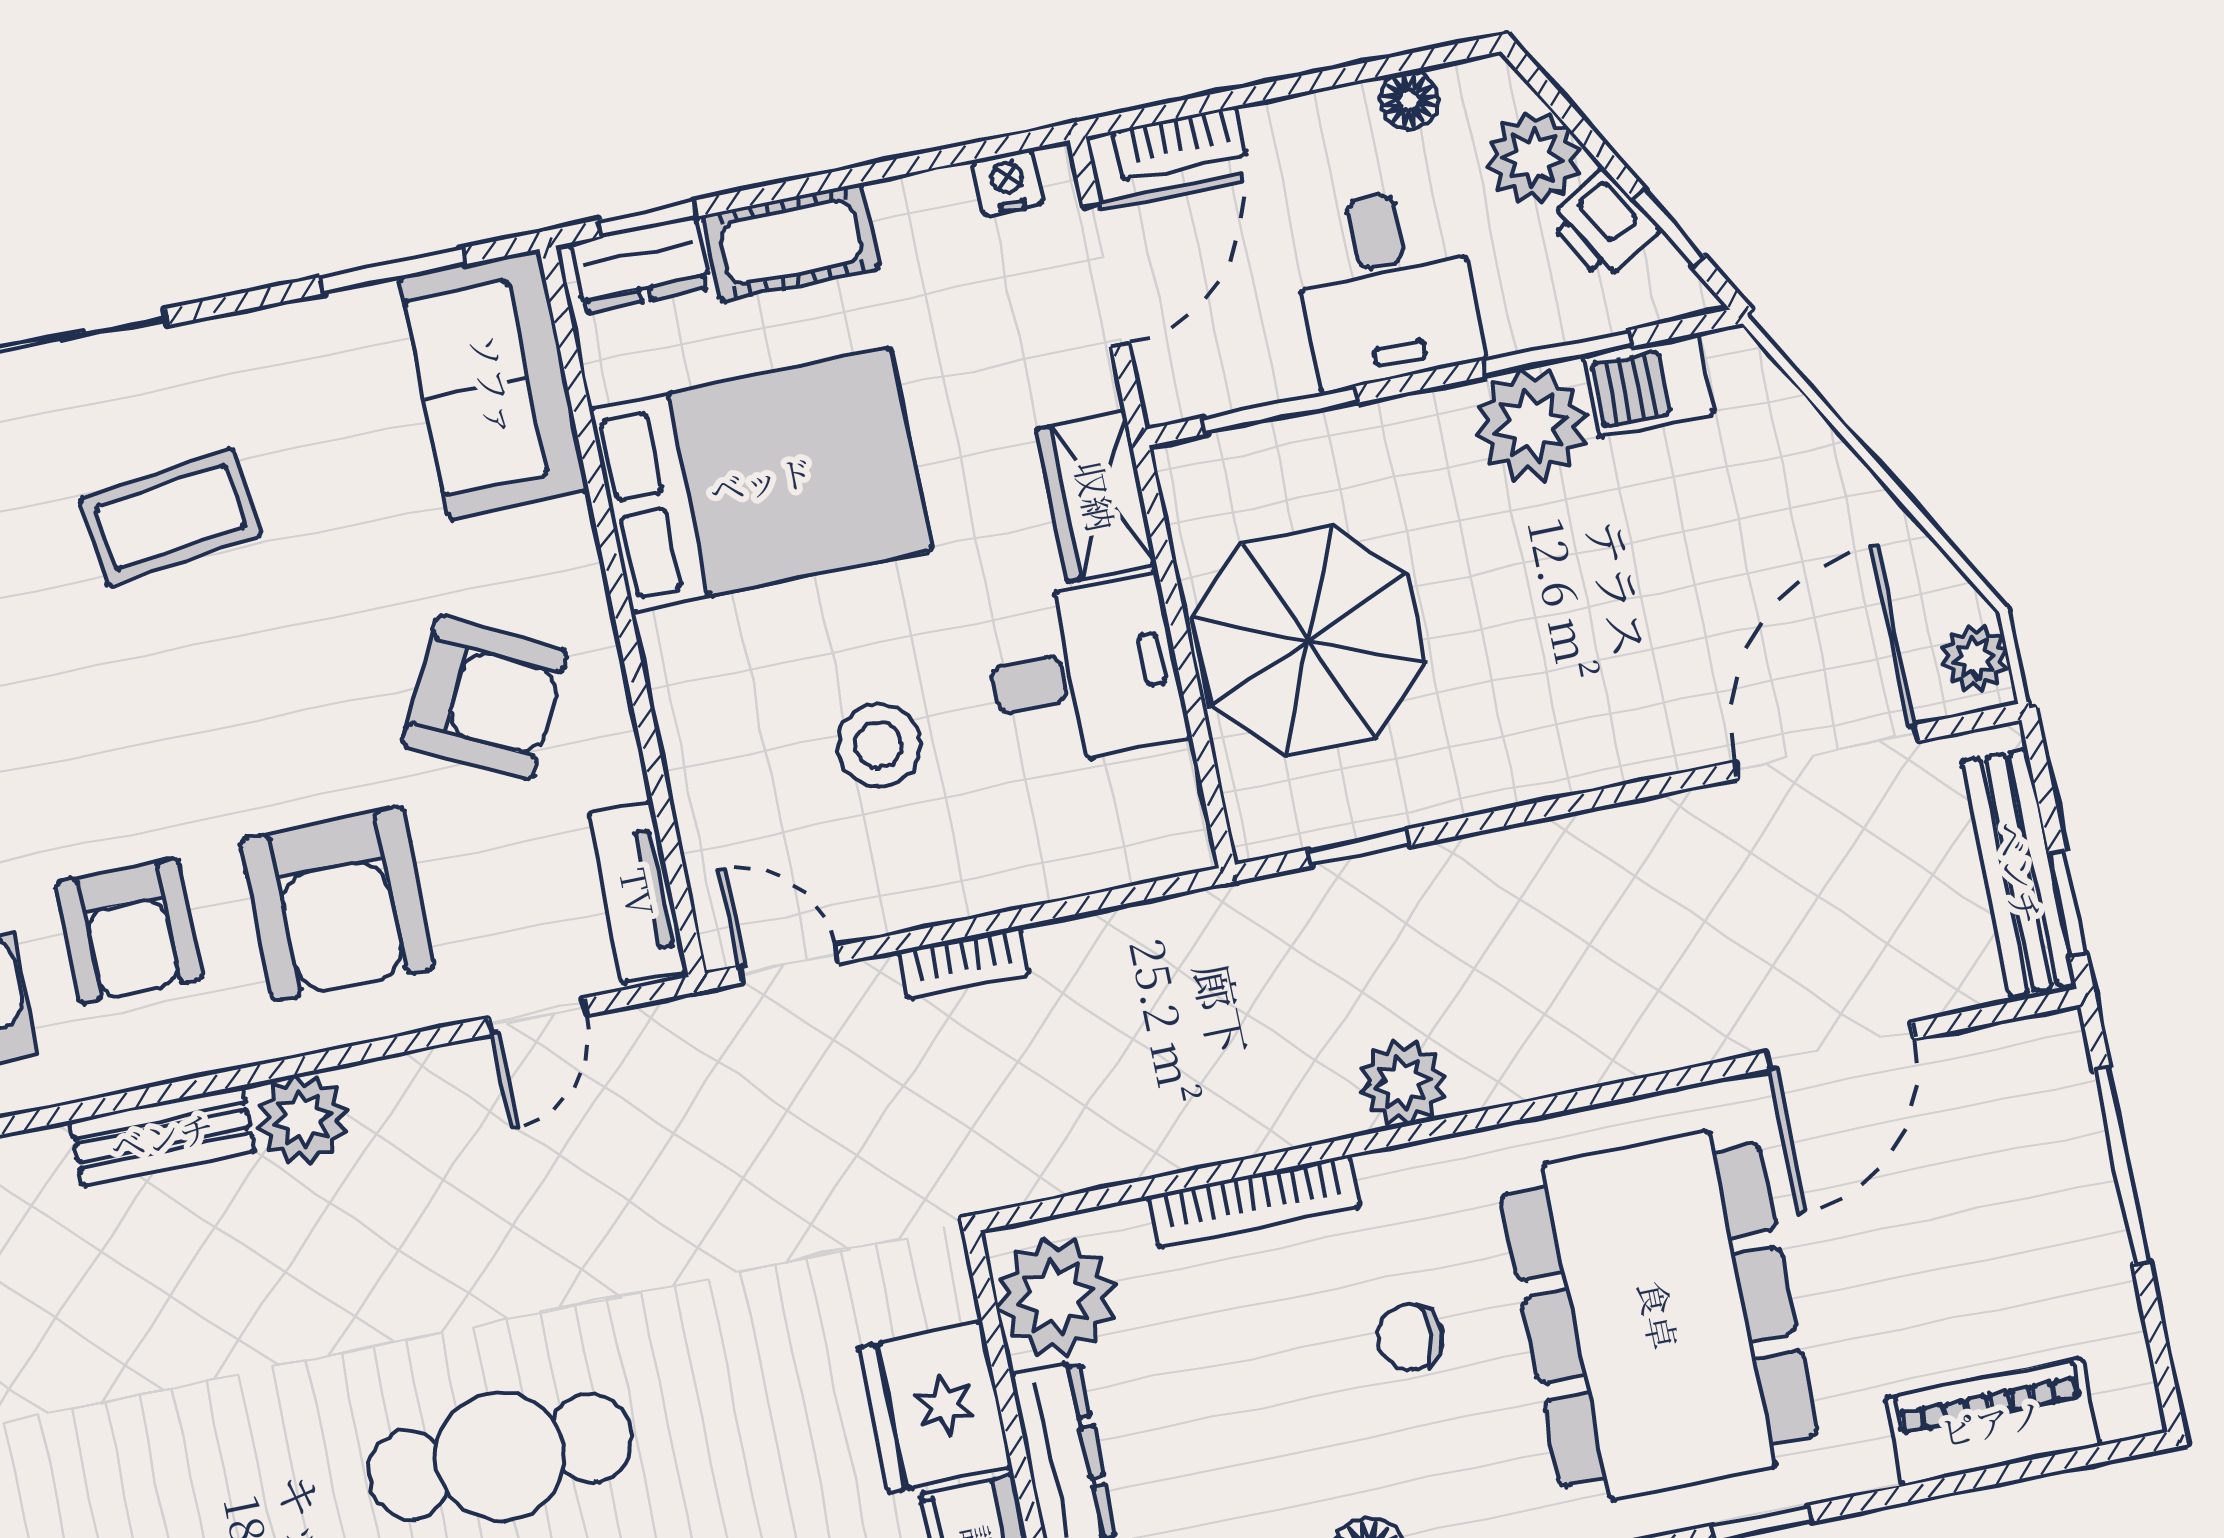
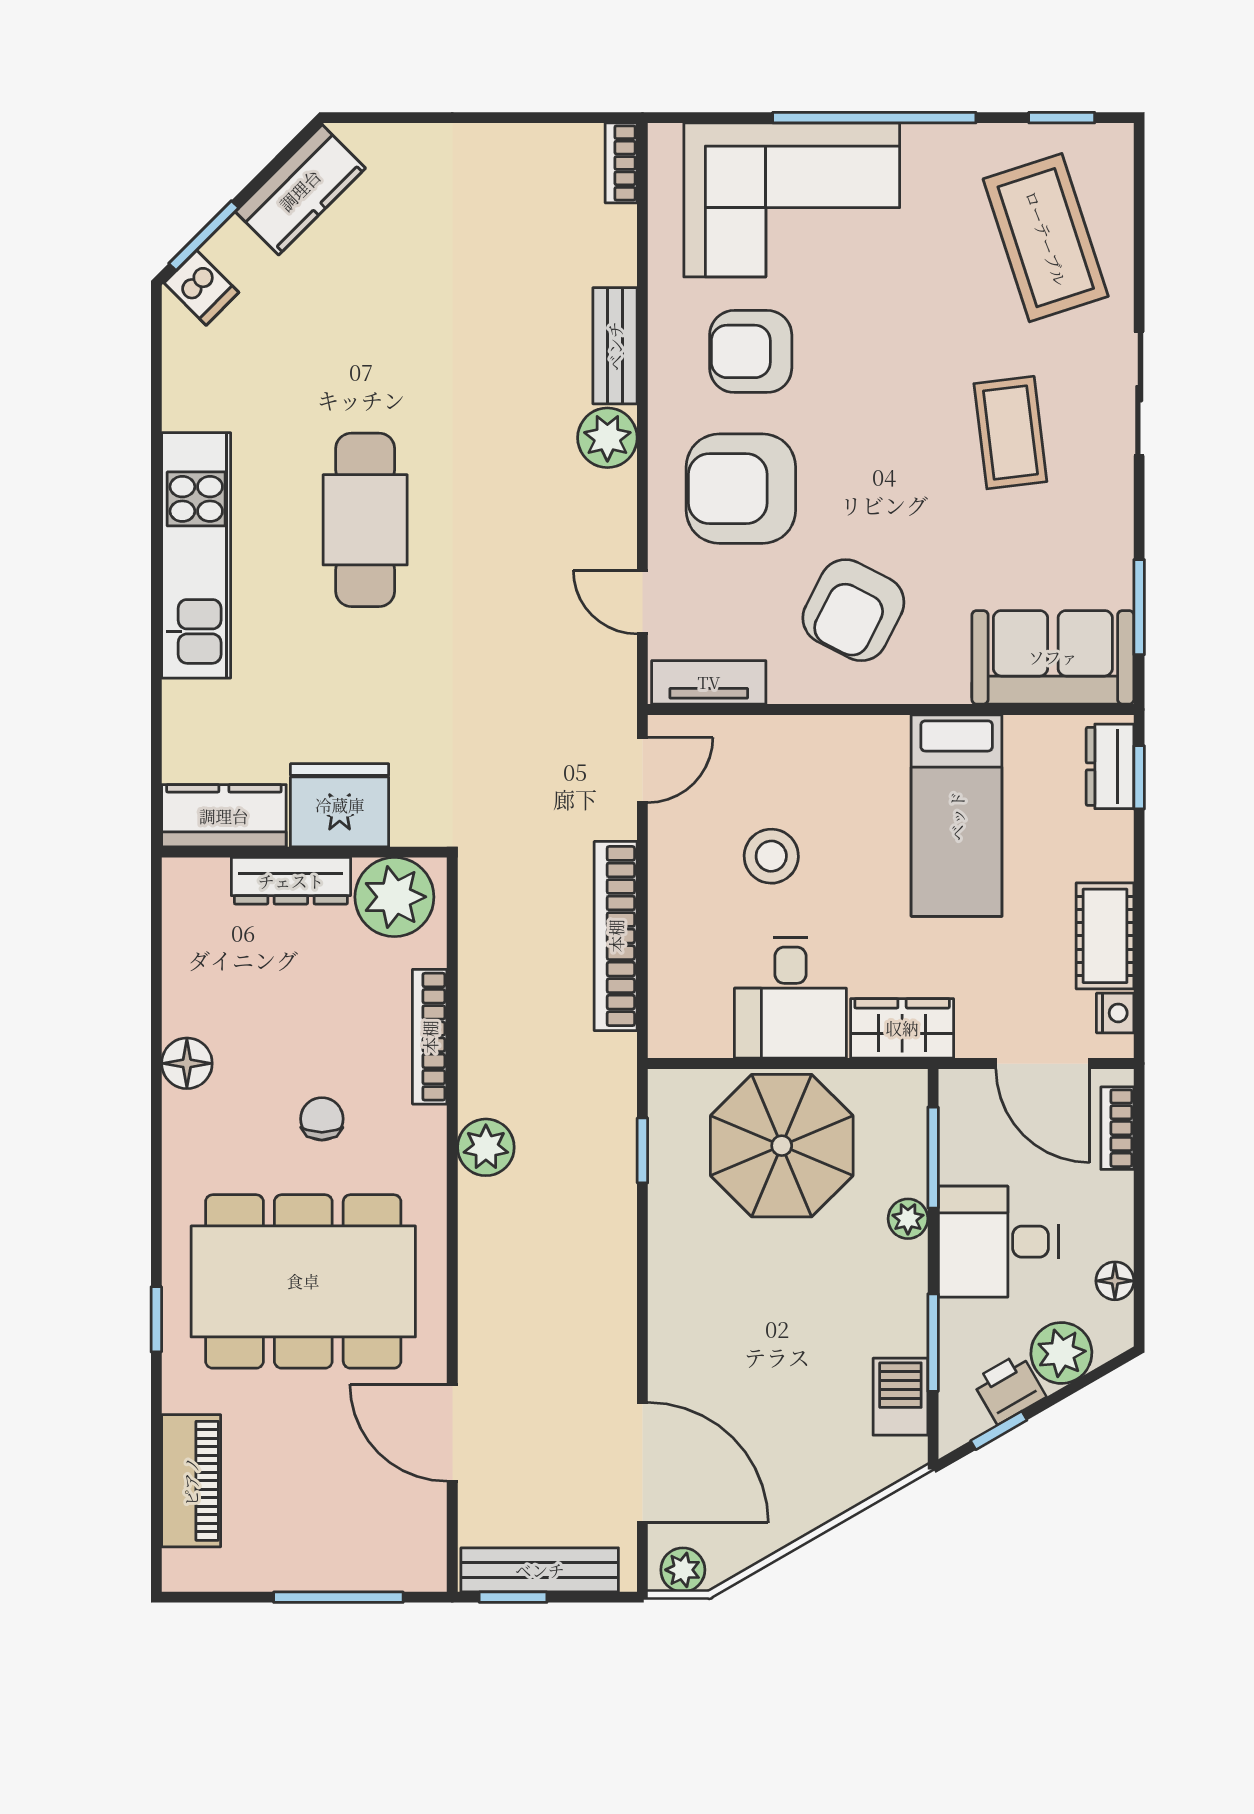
cot: (791, 242) -> (1105, 936), moved
plant: (1532, 425) -> (908, 1219), moved, width x0.53, depth x0.53
bed: (761, 480) -> (957, 816), width x0.67
bookcase: (964, 962) -> (616, 936), width x2.31, depth x1.31

